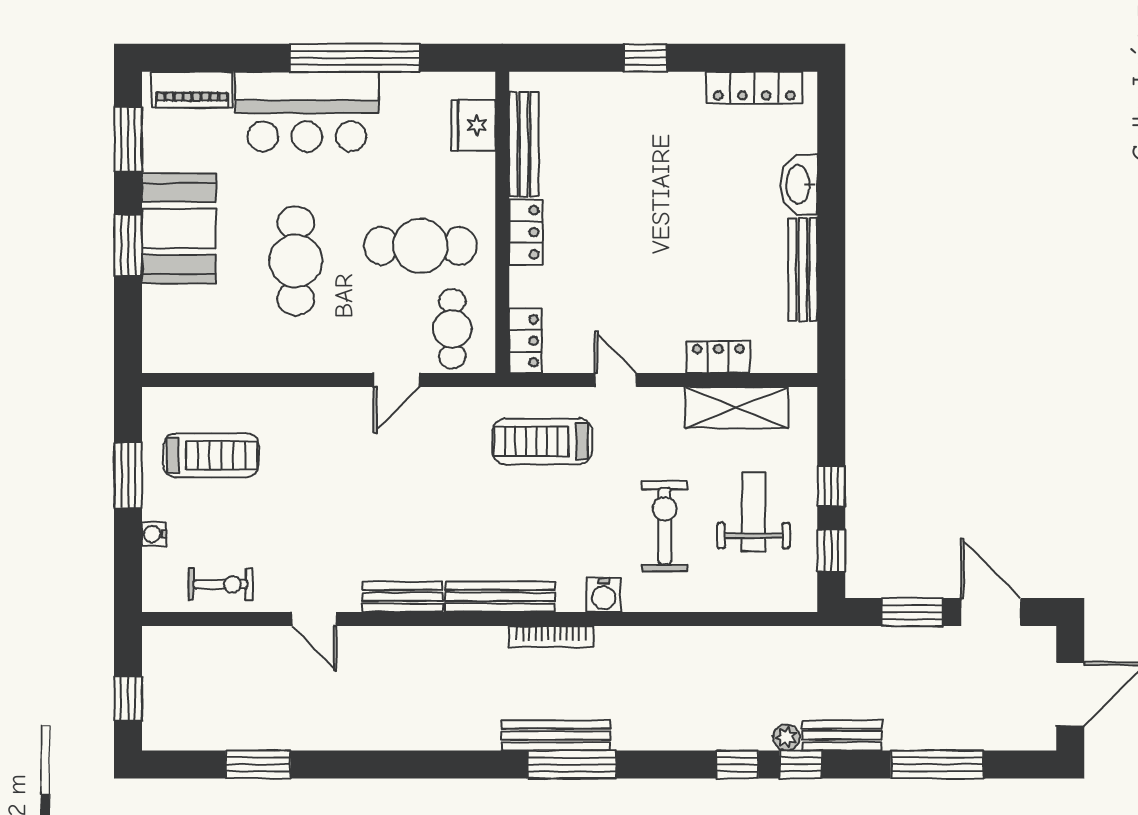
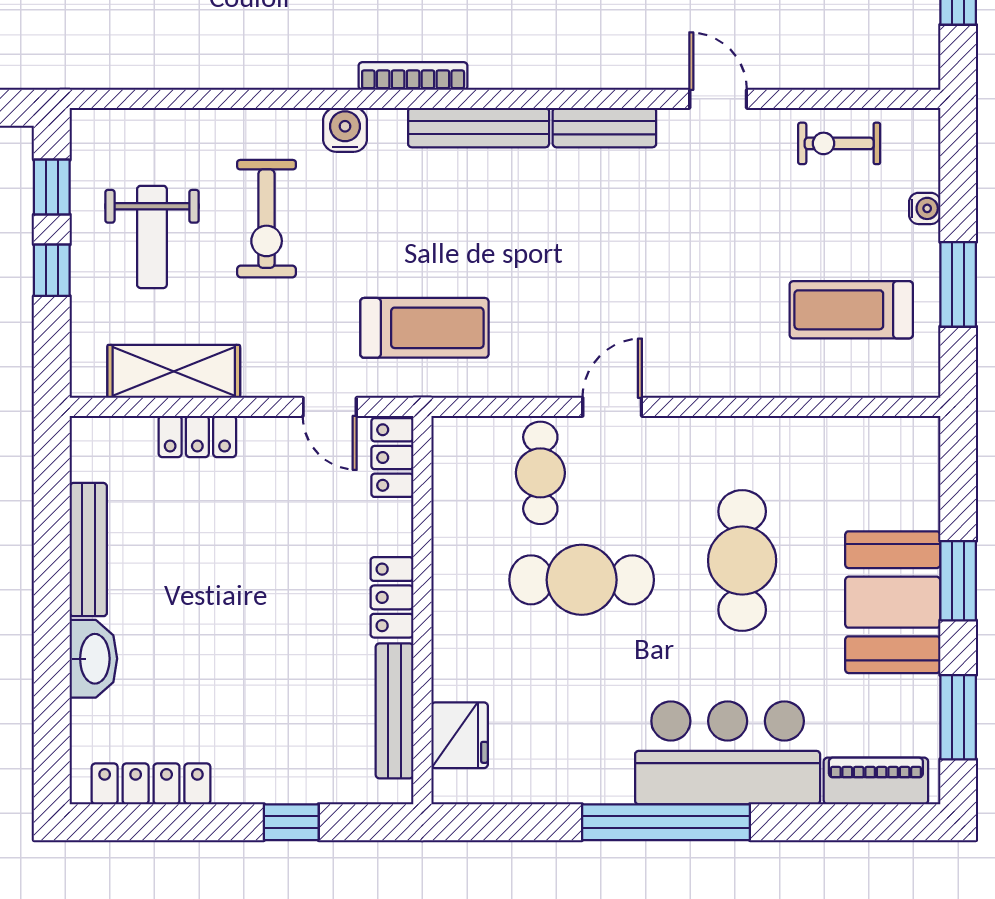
fridge: (473, 125) -> (460, 735), moved
bench: (524, 144) -> (395, 711), moved
wall: (502, 222) -> (422, 610), moved
locker: (526, 232) -> (392, 597), moved
locker: (525, 341) -> (392, 458), moved

